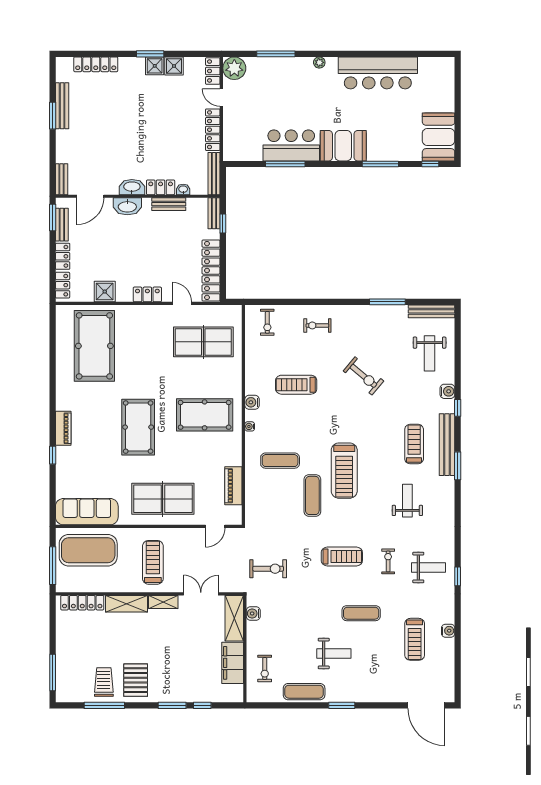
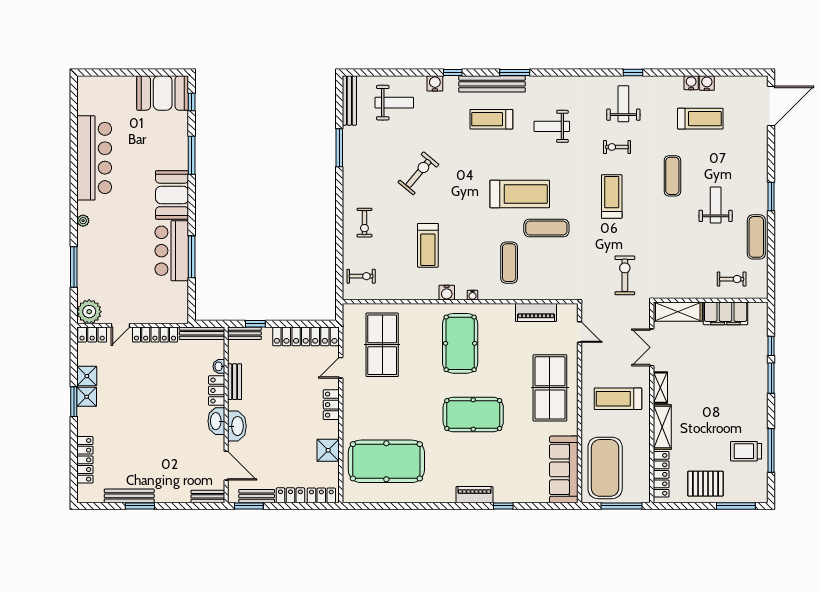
water cooler: (253, 613) -> (707, 83), moved, turned 180
pallet: (136, 680) -> (706, 484), moved

